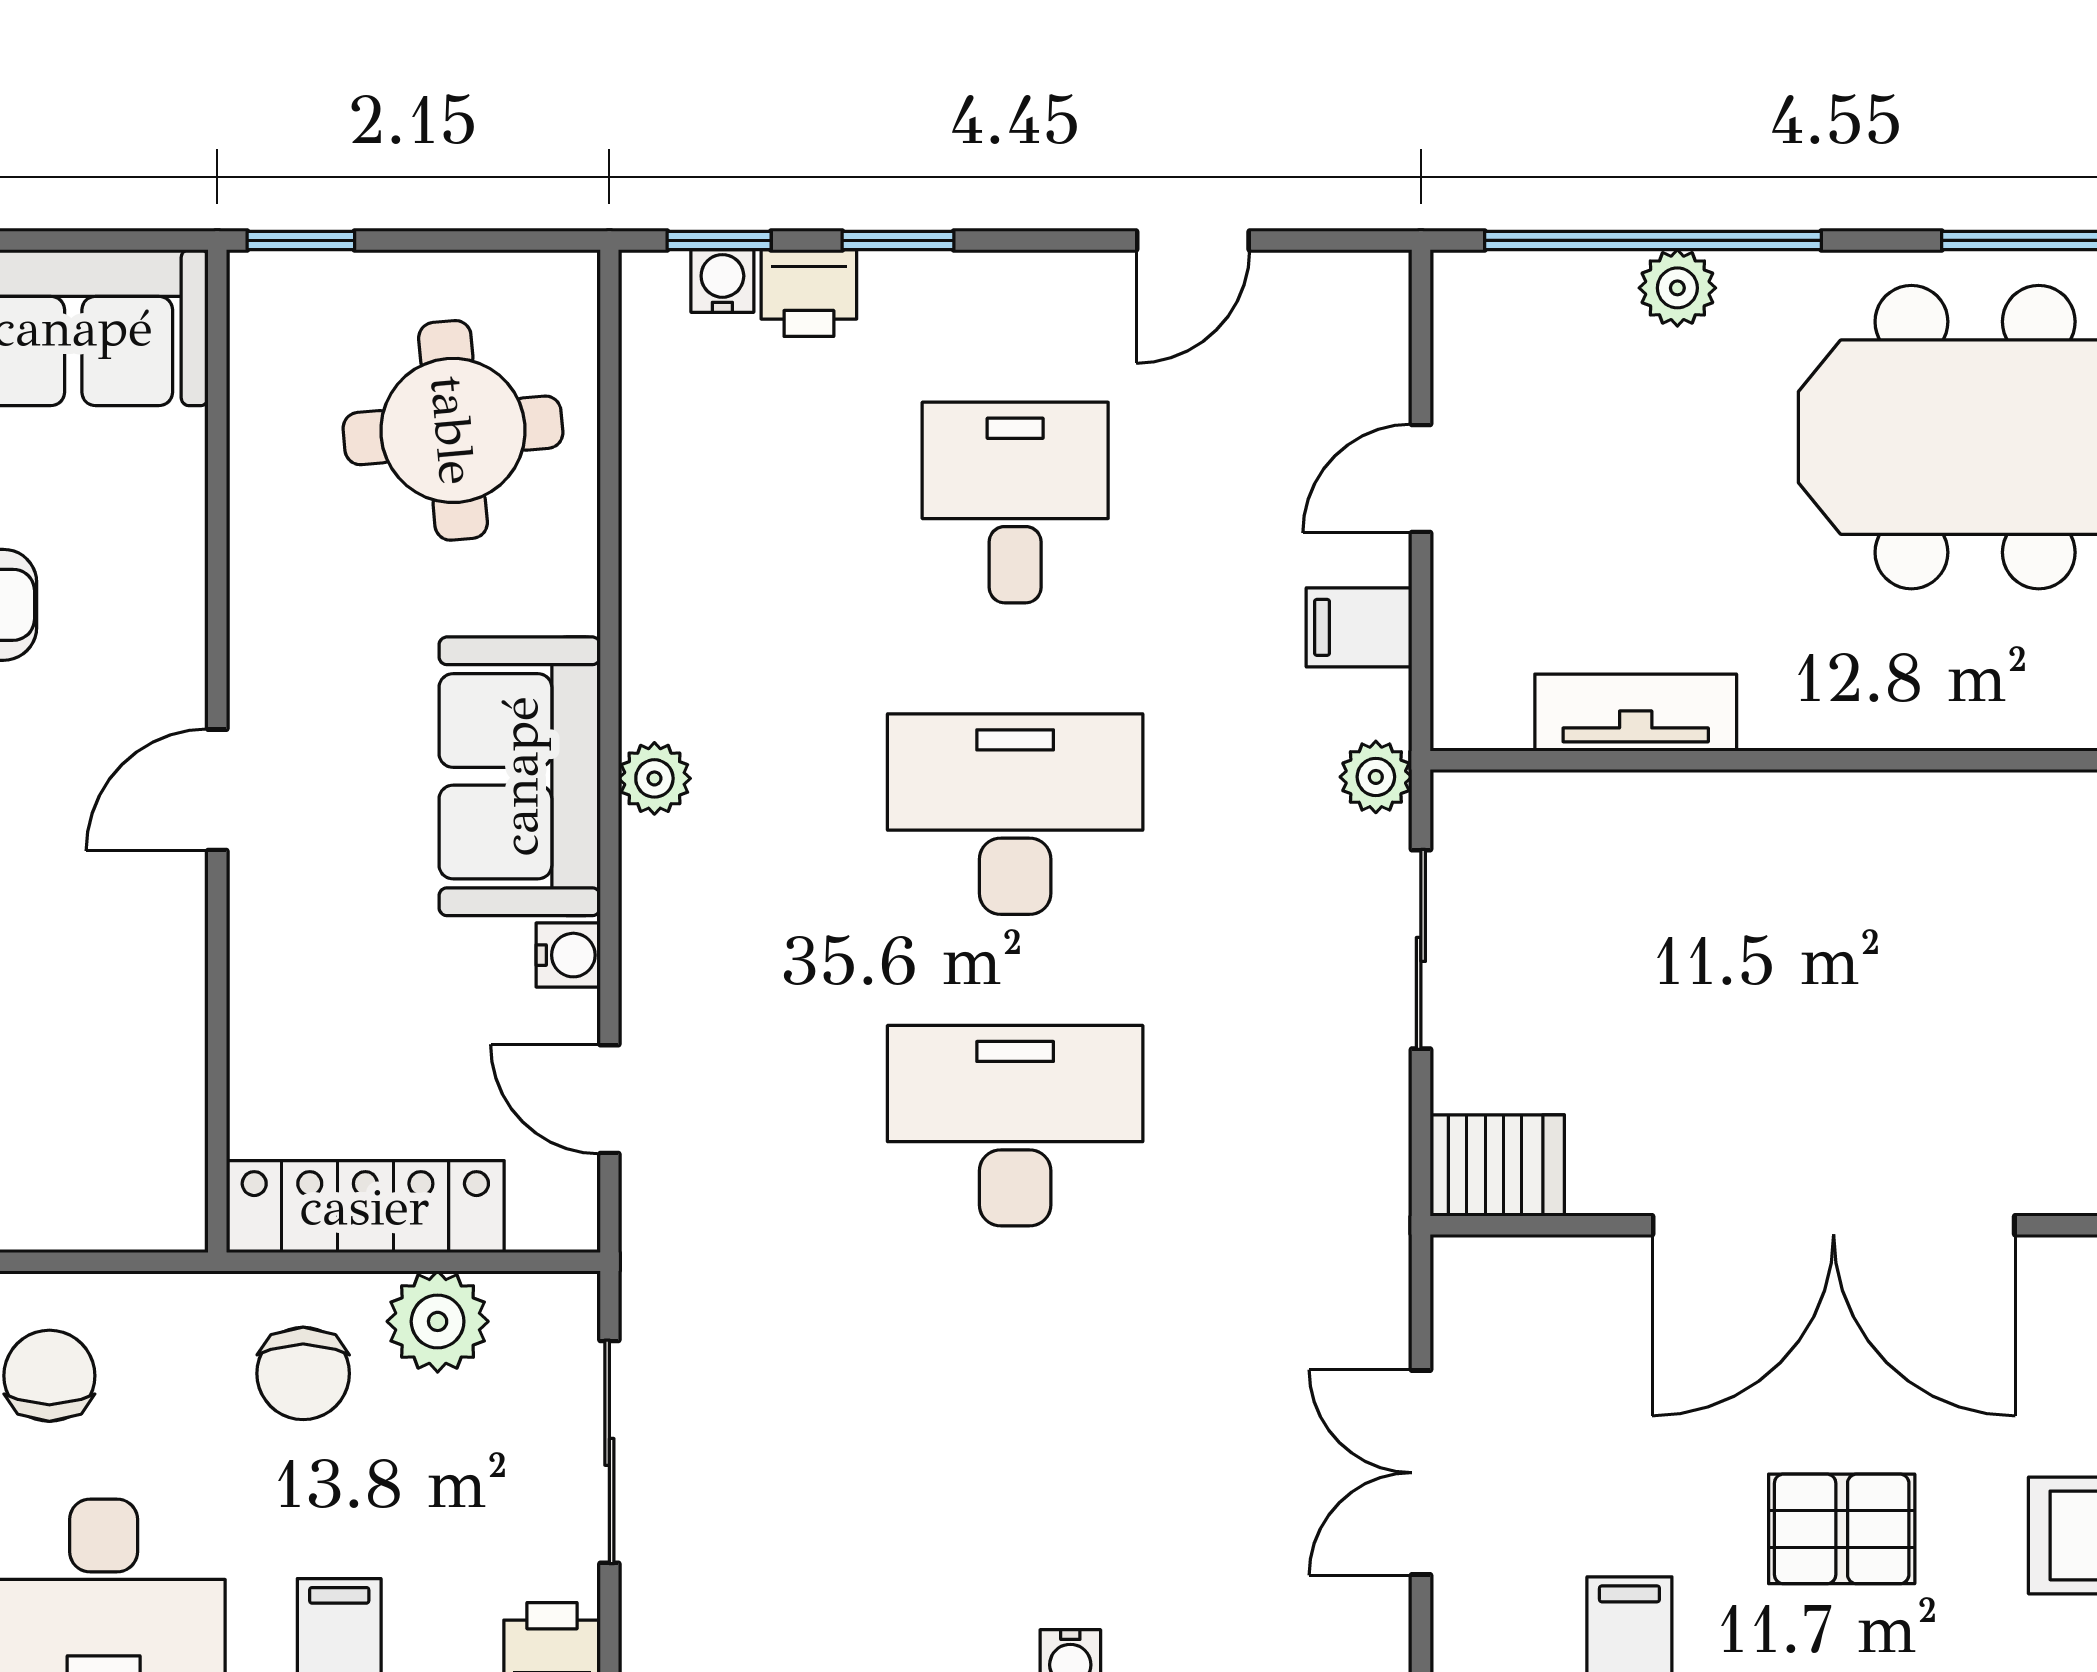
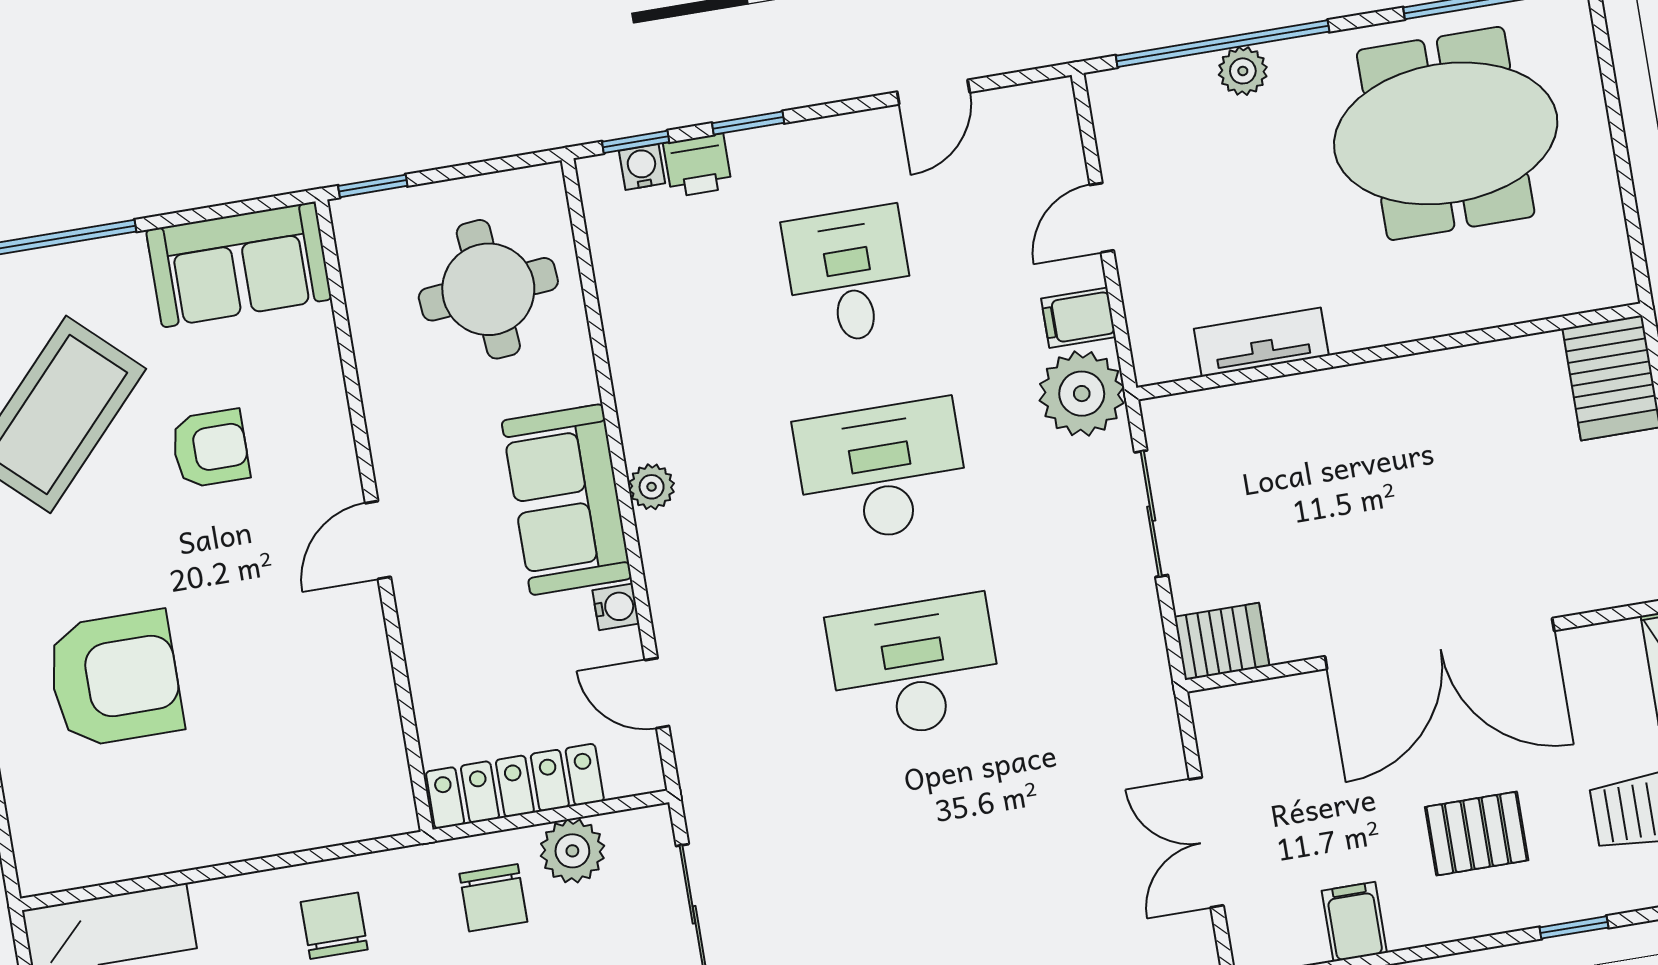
plant: (1376, 777) -> (1082, 394), width x1.88, depth x1.88

